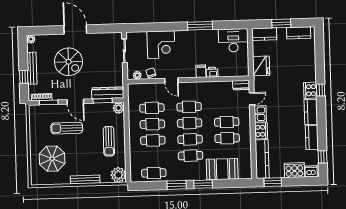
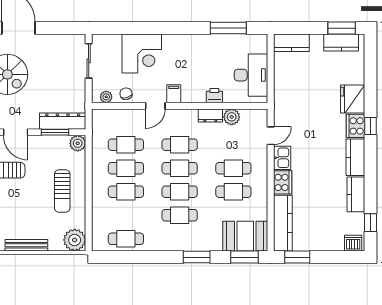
window: (281, 23) -> (342, 28), moved
window: (200, 26) -> (228, 28), moved
desk: (233, 40) -> (251, 75), moved, turned 90
fridge: (261, 66) -> (353, 99), moved, turned 180
filing cabinet: (201, 71) -> (174, 94), moved
door: (171, 80) -> (155, 106), hinge flipped
dresser: (241, 85) -> (210, 116), moved
plant: (224, 87) -> (232, 117), added
booth: (222, 169) -> (245, 236), moved
cooker: (294, 170) -> (329, 241), removed
window: (177, 185) -> (245, 257), moved

